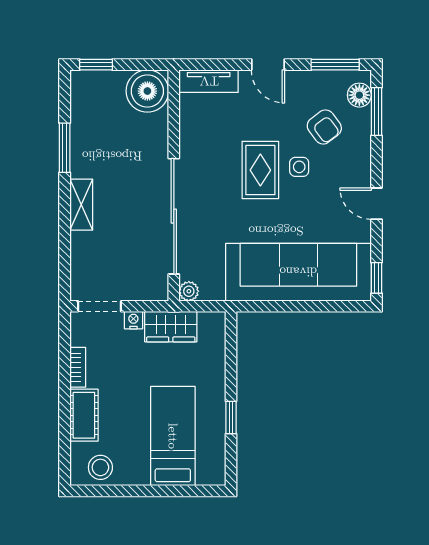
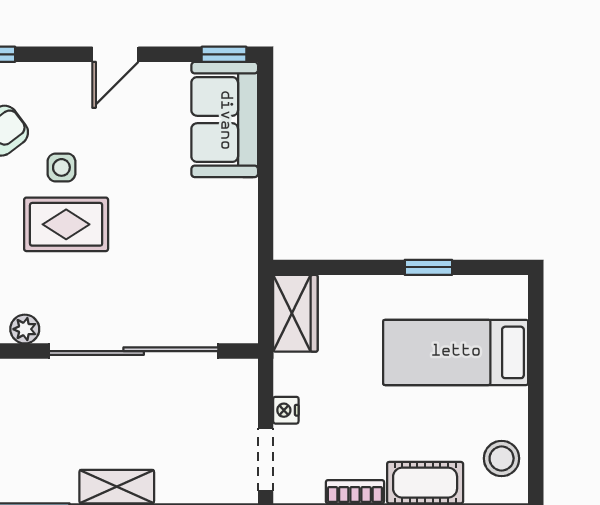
sofa: (298, 272) -> (225, 120), width x0.54, depth x0.79
plant: (189, 291) -> (25, 329), moved
wardrobe: (171, 327) -> (295, 313), moved

